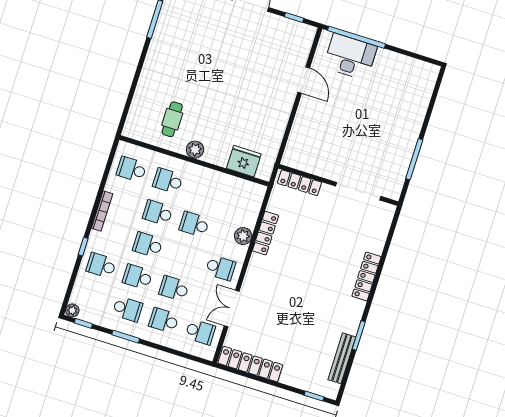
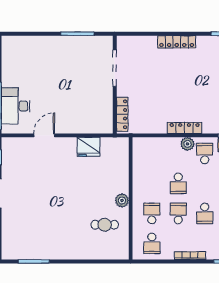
fridge: (244, 161) -> (88, 147), moved, turned -90
school desk: (168, 181) -> (152, 213), turned 180
school desk: (158, 213) -> (178, 213), turned 180
locker: (265, 233) -> (185, 128), moved
plant: (243, 236) -> (188, 144), moved

